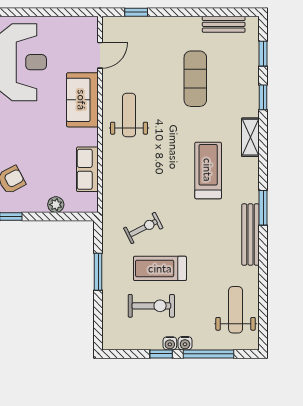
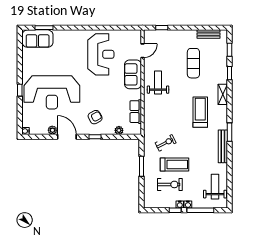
treadmill: (160, 268) -> (175, 165), turned 180

